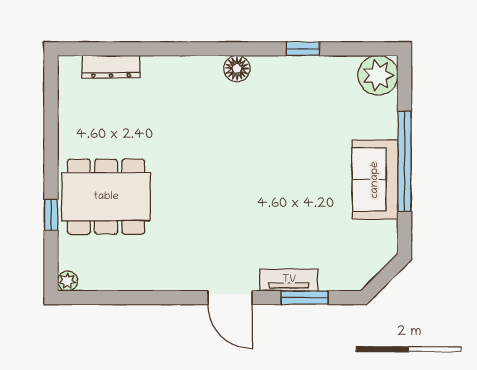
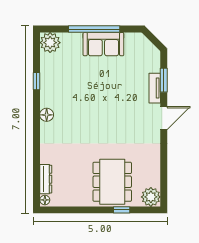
floor lamp: (70, 65) -> (45, 200), added
plant: (68, 281) -> (151, 197), width x1.88, depth x1.88

